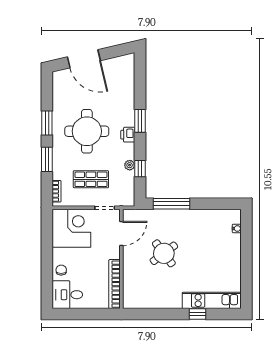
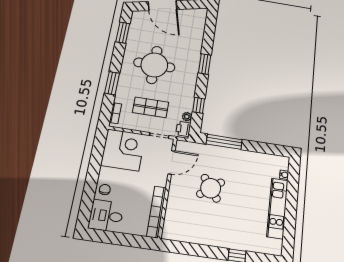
window: (47, 123) -> (123, 33), moved
printer: (128, 135) -> (183, 129), moved
plant: (130, 165) -> (187, 117), moved
kitchen unit: (212, 300) -> (277, 208), moved, turned -90

